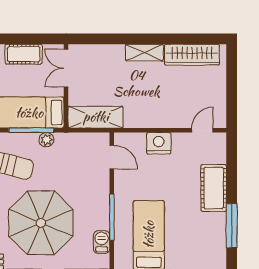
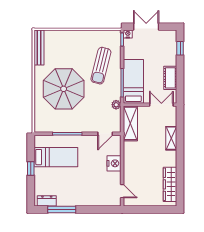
shelving: (144, 53) -> (171, 138), moved
plant: (46, 140) -> (116, 105), moved
cot: (214, 188) -> (86, 198), removed
barbecue: (102, 242) -> (51, 127), removed
dresser: (218, 249) -> (47, 201), added

